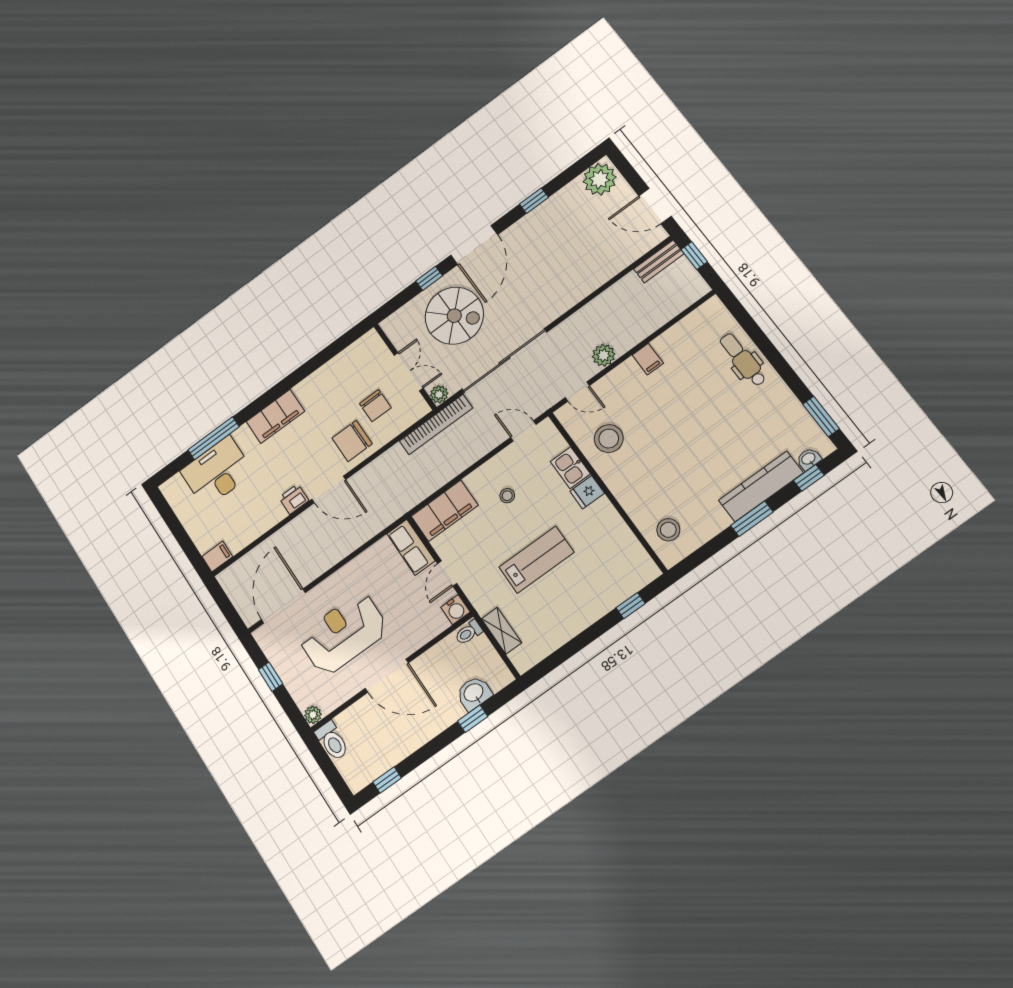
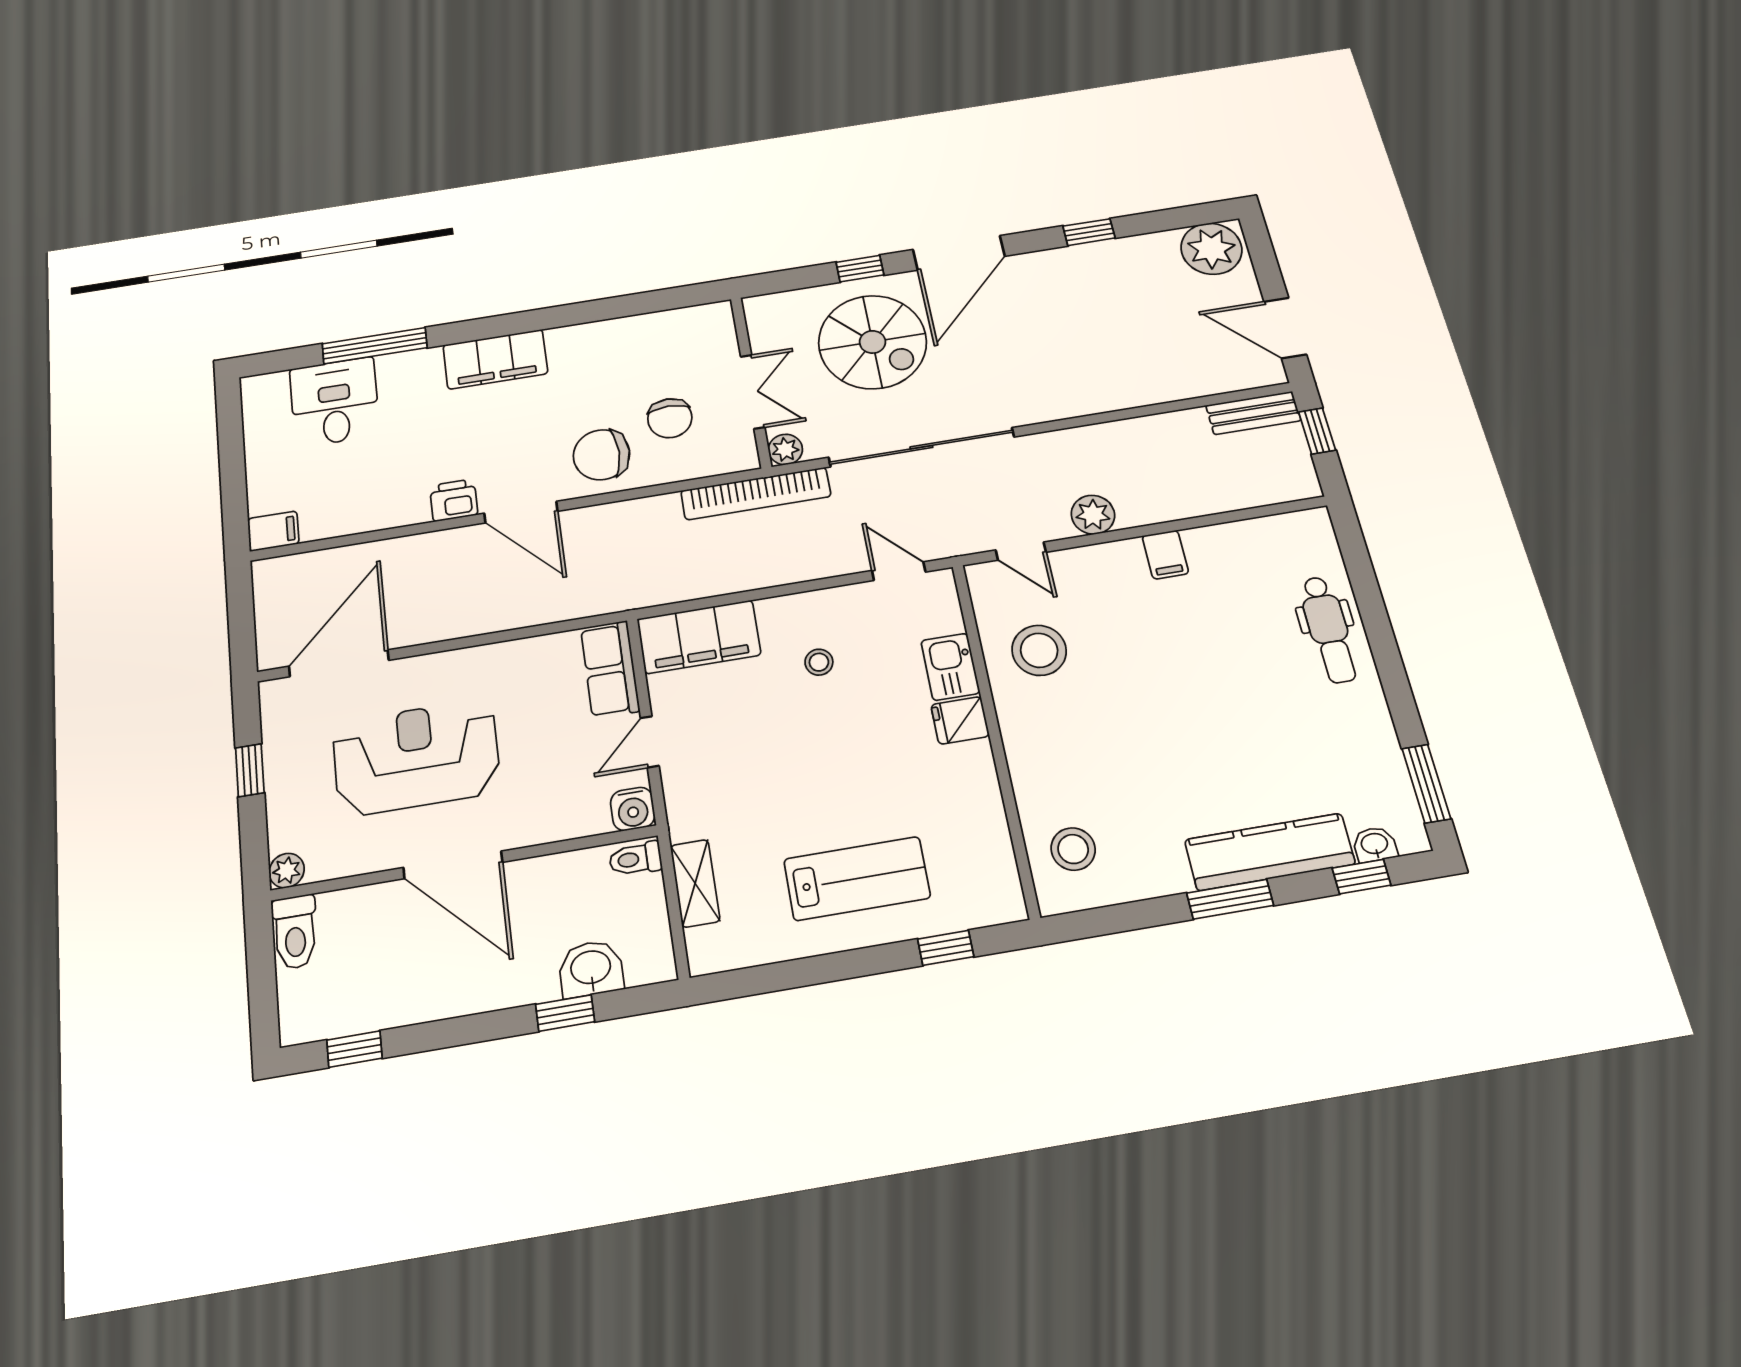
dental chair: (743, 360) -> (1328, 629), turned 180
desk: (217, 472) -> (335, 402), width x0.73
lab bench: (537, 560) -> (857, 879), moved

